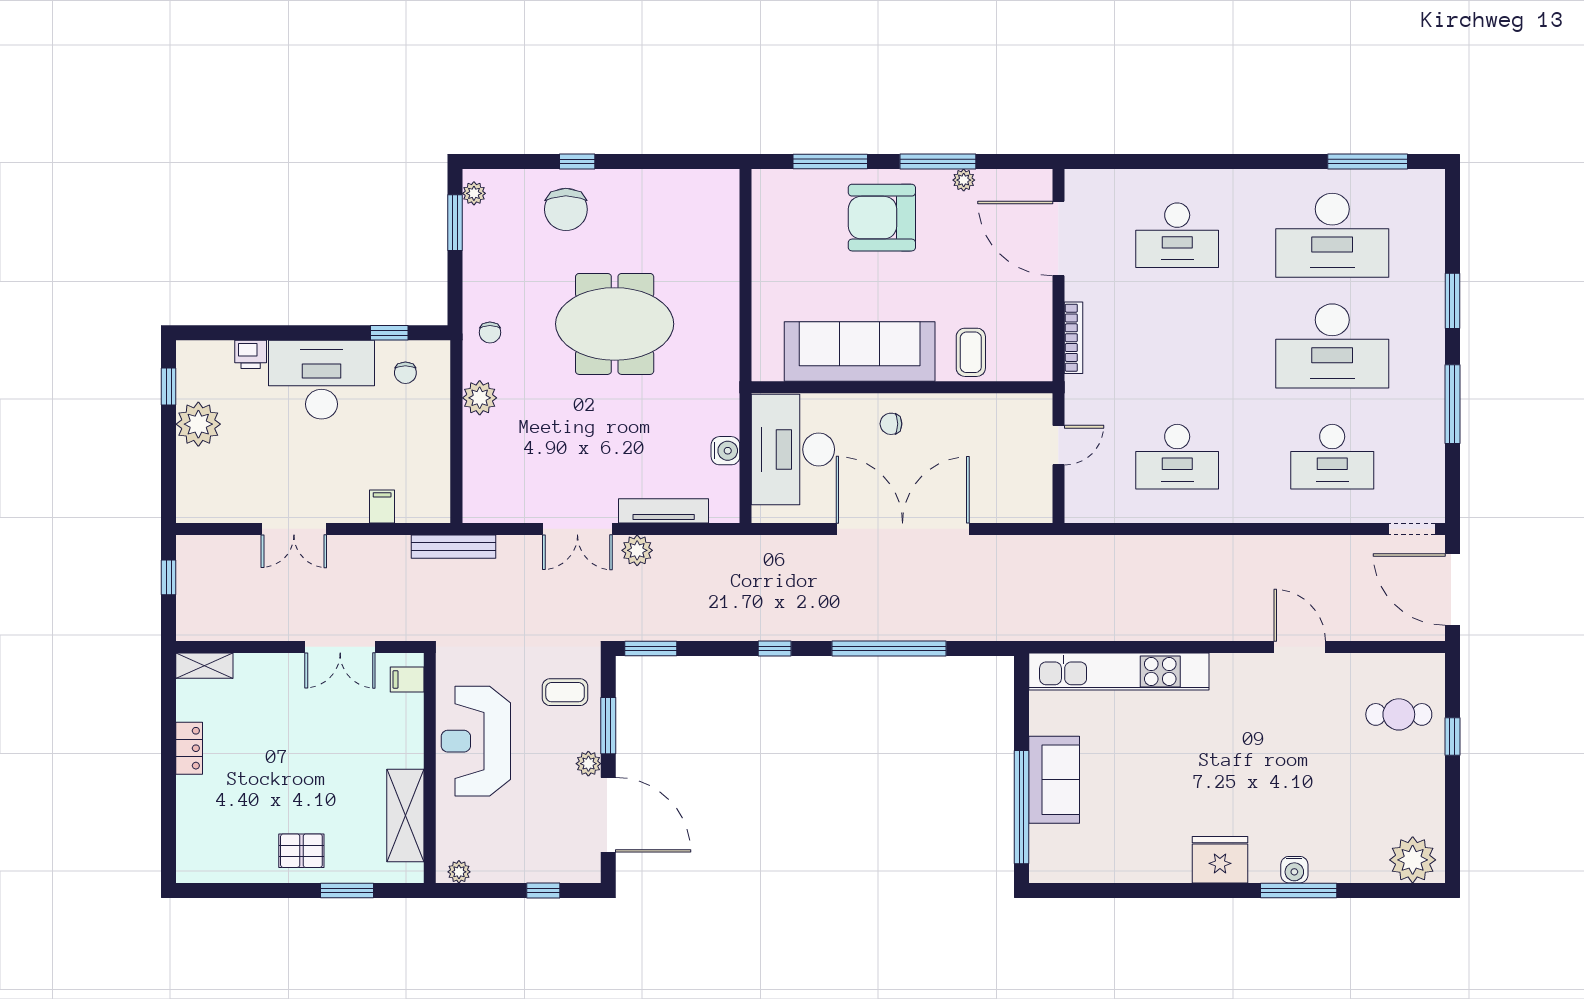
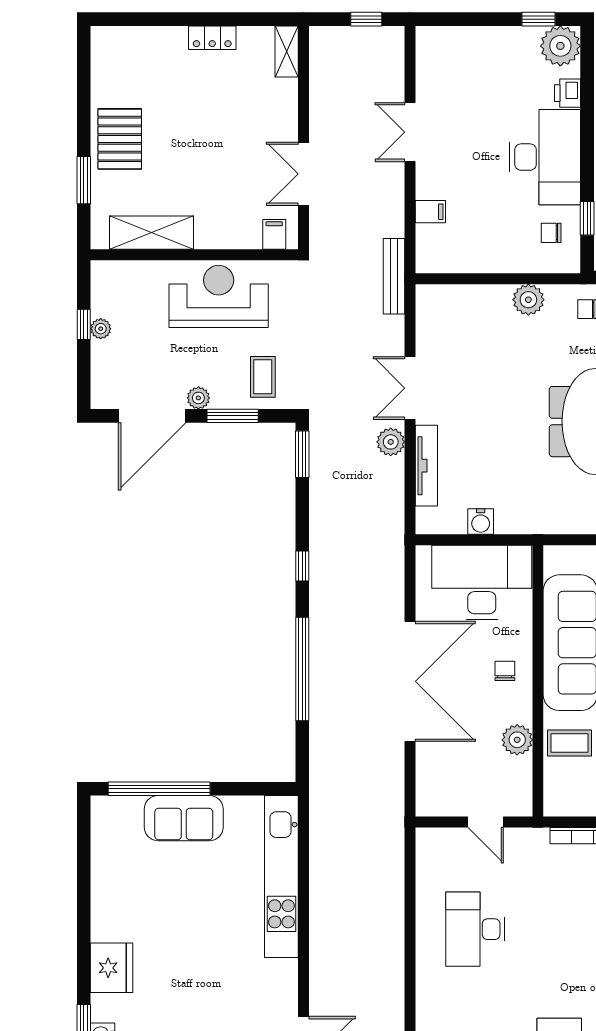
plant: (967, 410) -> (517, 740), added
plant: (198, 424) -> (560, 46), moved
pallet: (301, 851) -> (120, 139), width x1.50, depth x1.42
plant: (459, 872) -> (101, 329), moved
window: (543, 890) -> (84, 324), moved

